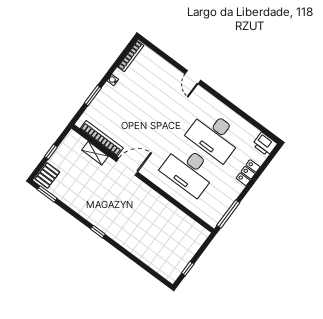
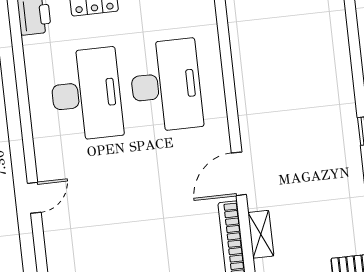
door: (127, 167) -> (239, 174), hinge flipped

